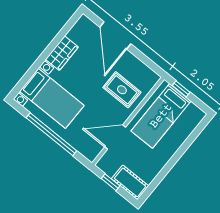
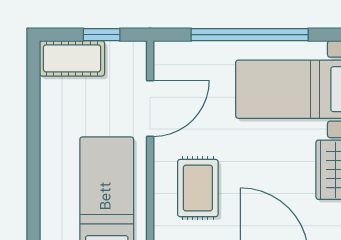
rug: (122, 90) -> (198, 188), turned 90

